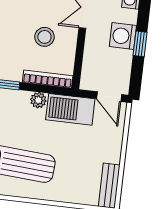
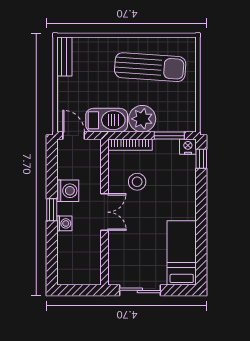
window: (140, 44) -> (52, 210), moved
plant: (38, 100) -> (142, 119), width x1.88, depth x1.88

